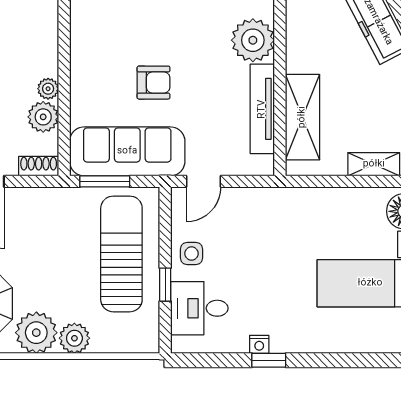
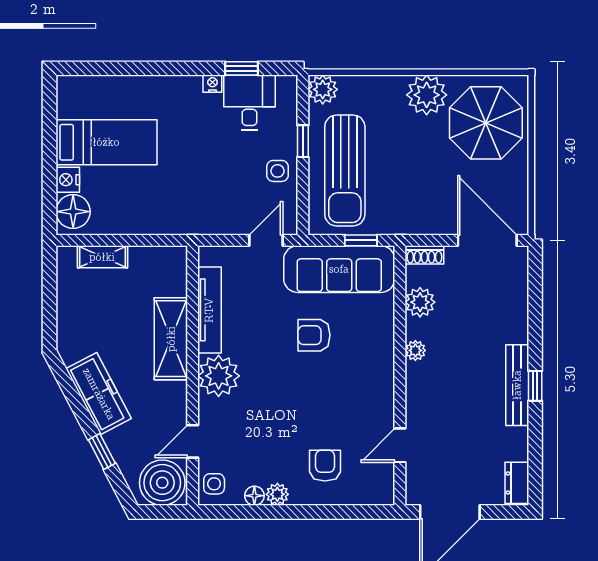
plant: (48, 89) -> (415, 350), moved
shelving: (302, 117) -> (171, 339), moved
window: (105, 181) -> (361, 240), width x0.67
desk: (199, 308) -> (249, 102), moved, turned -90
plant: (74, 338) -> (323, 89), moved
window: (269, 360) -> (241, 68), moved

